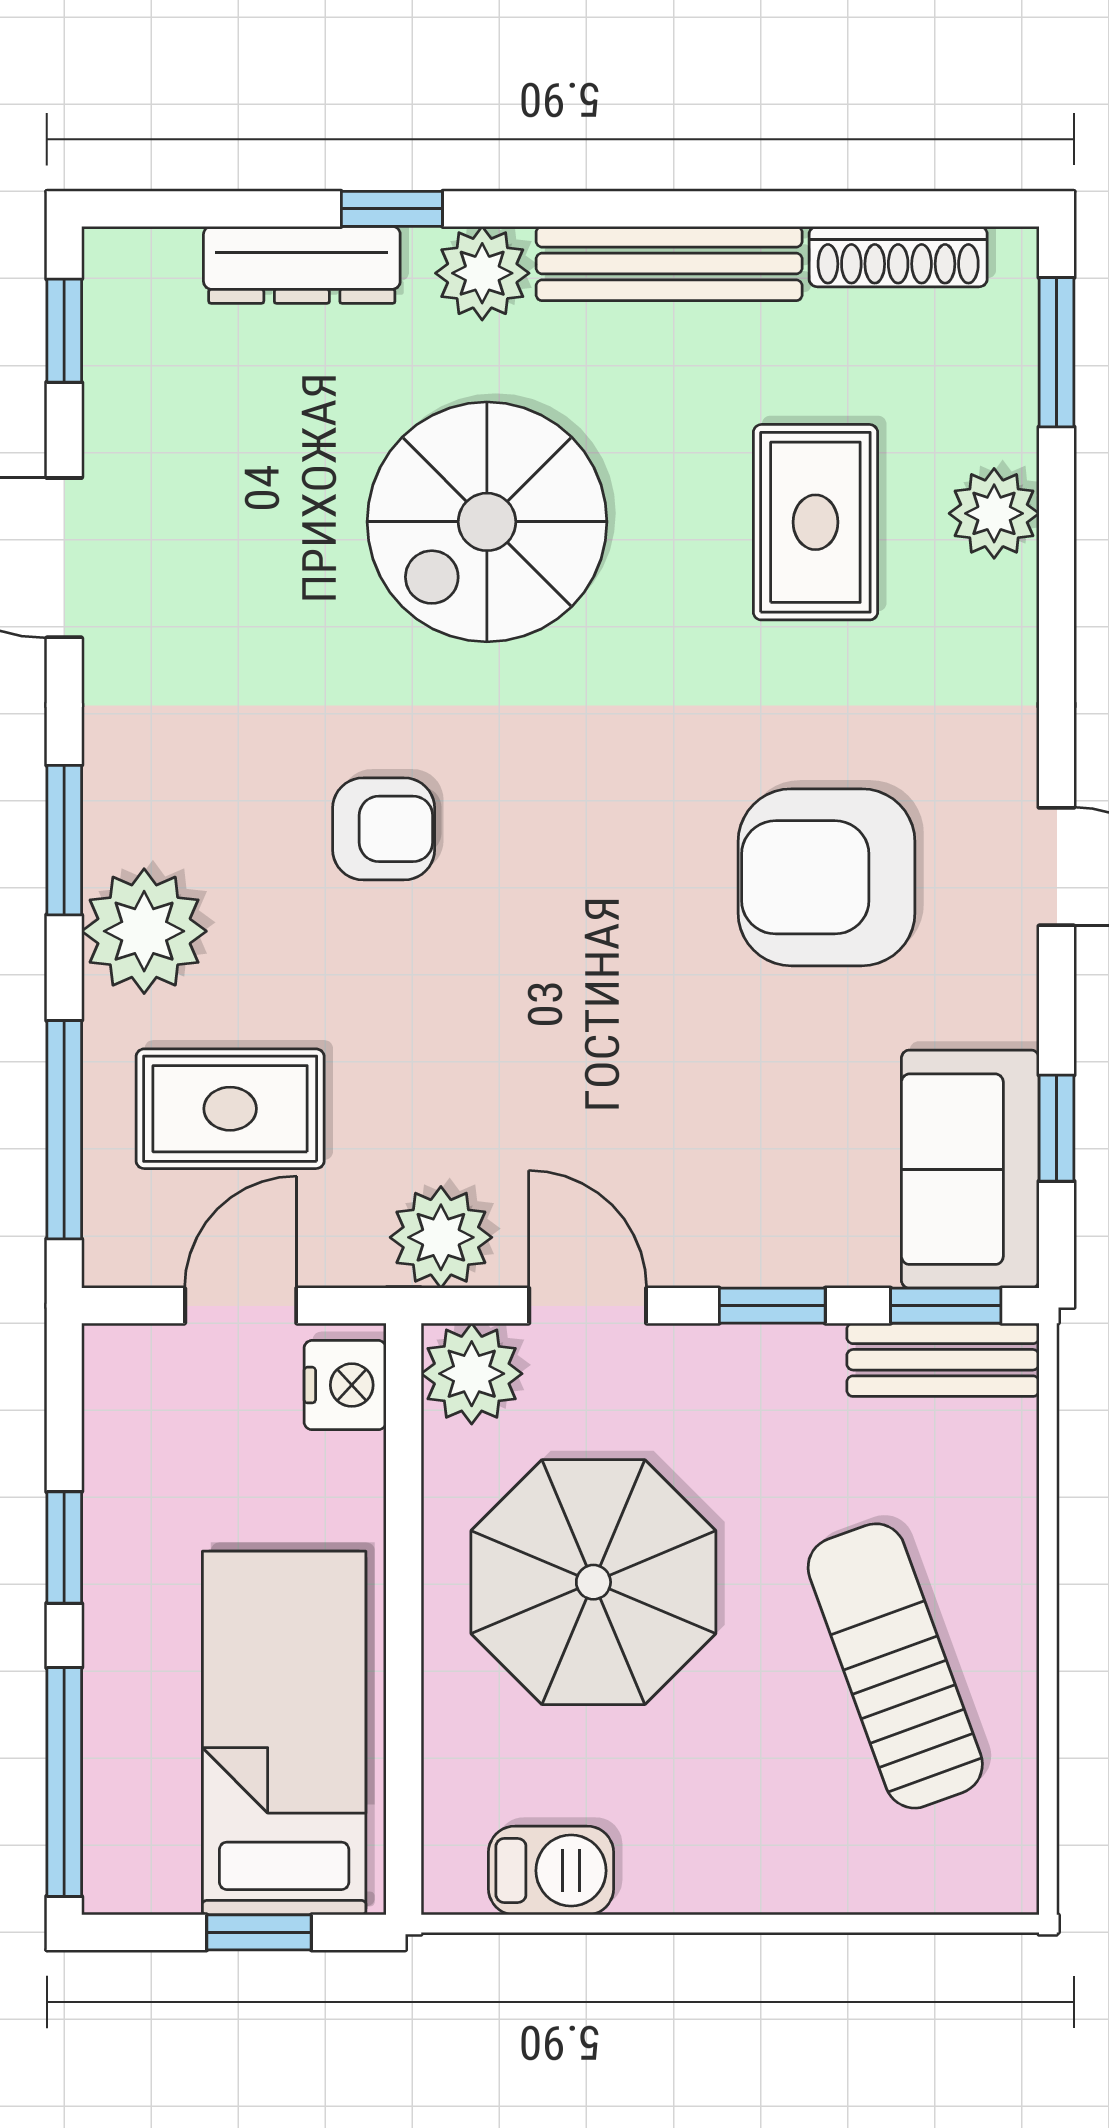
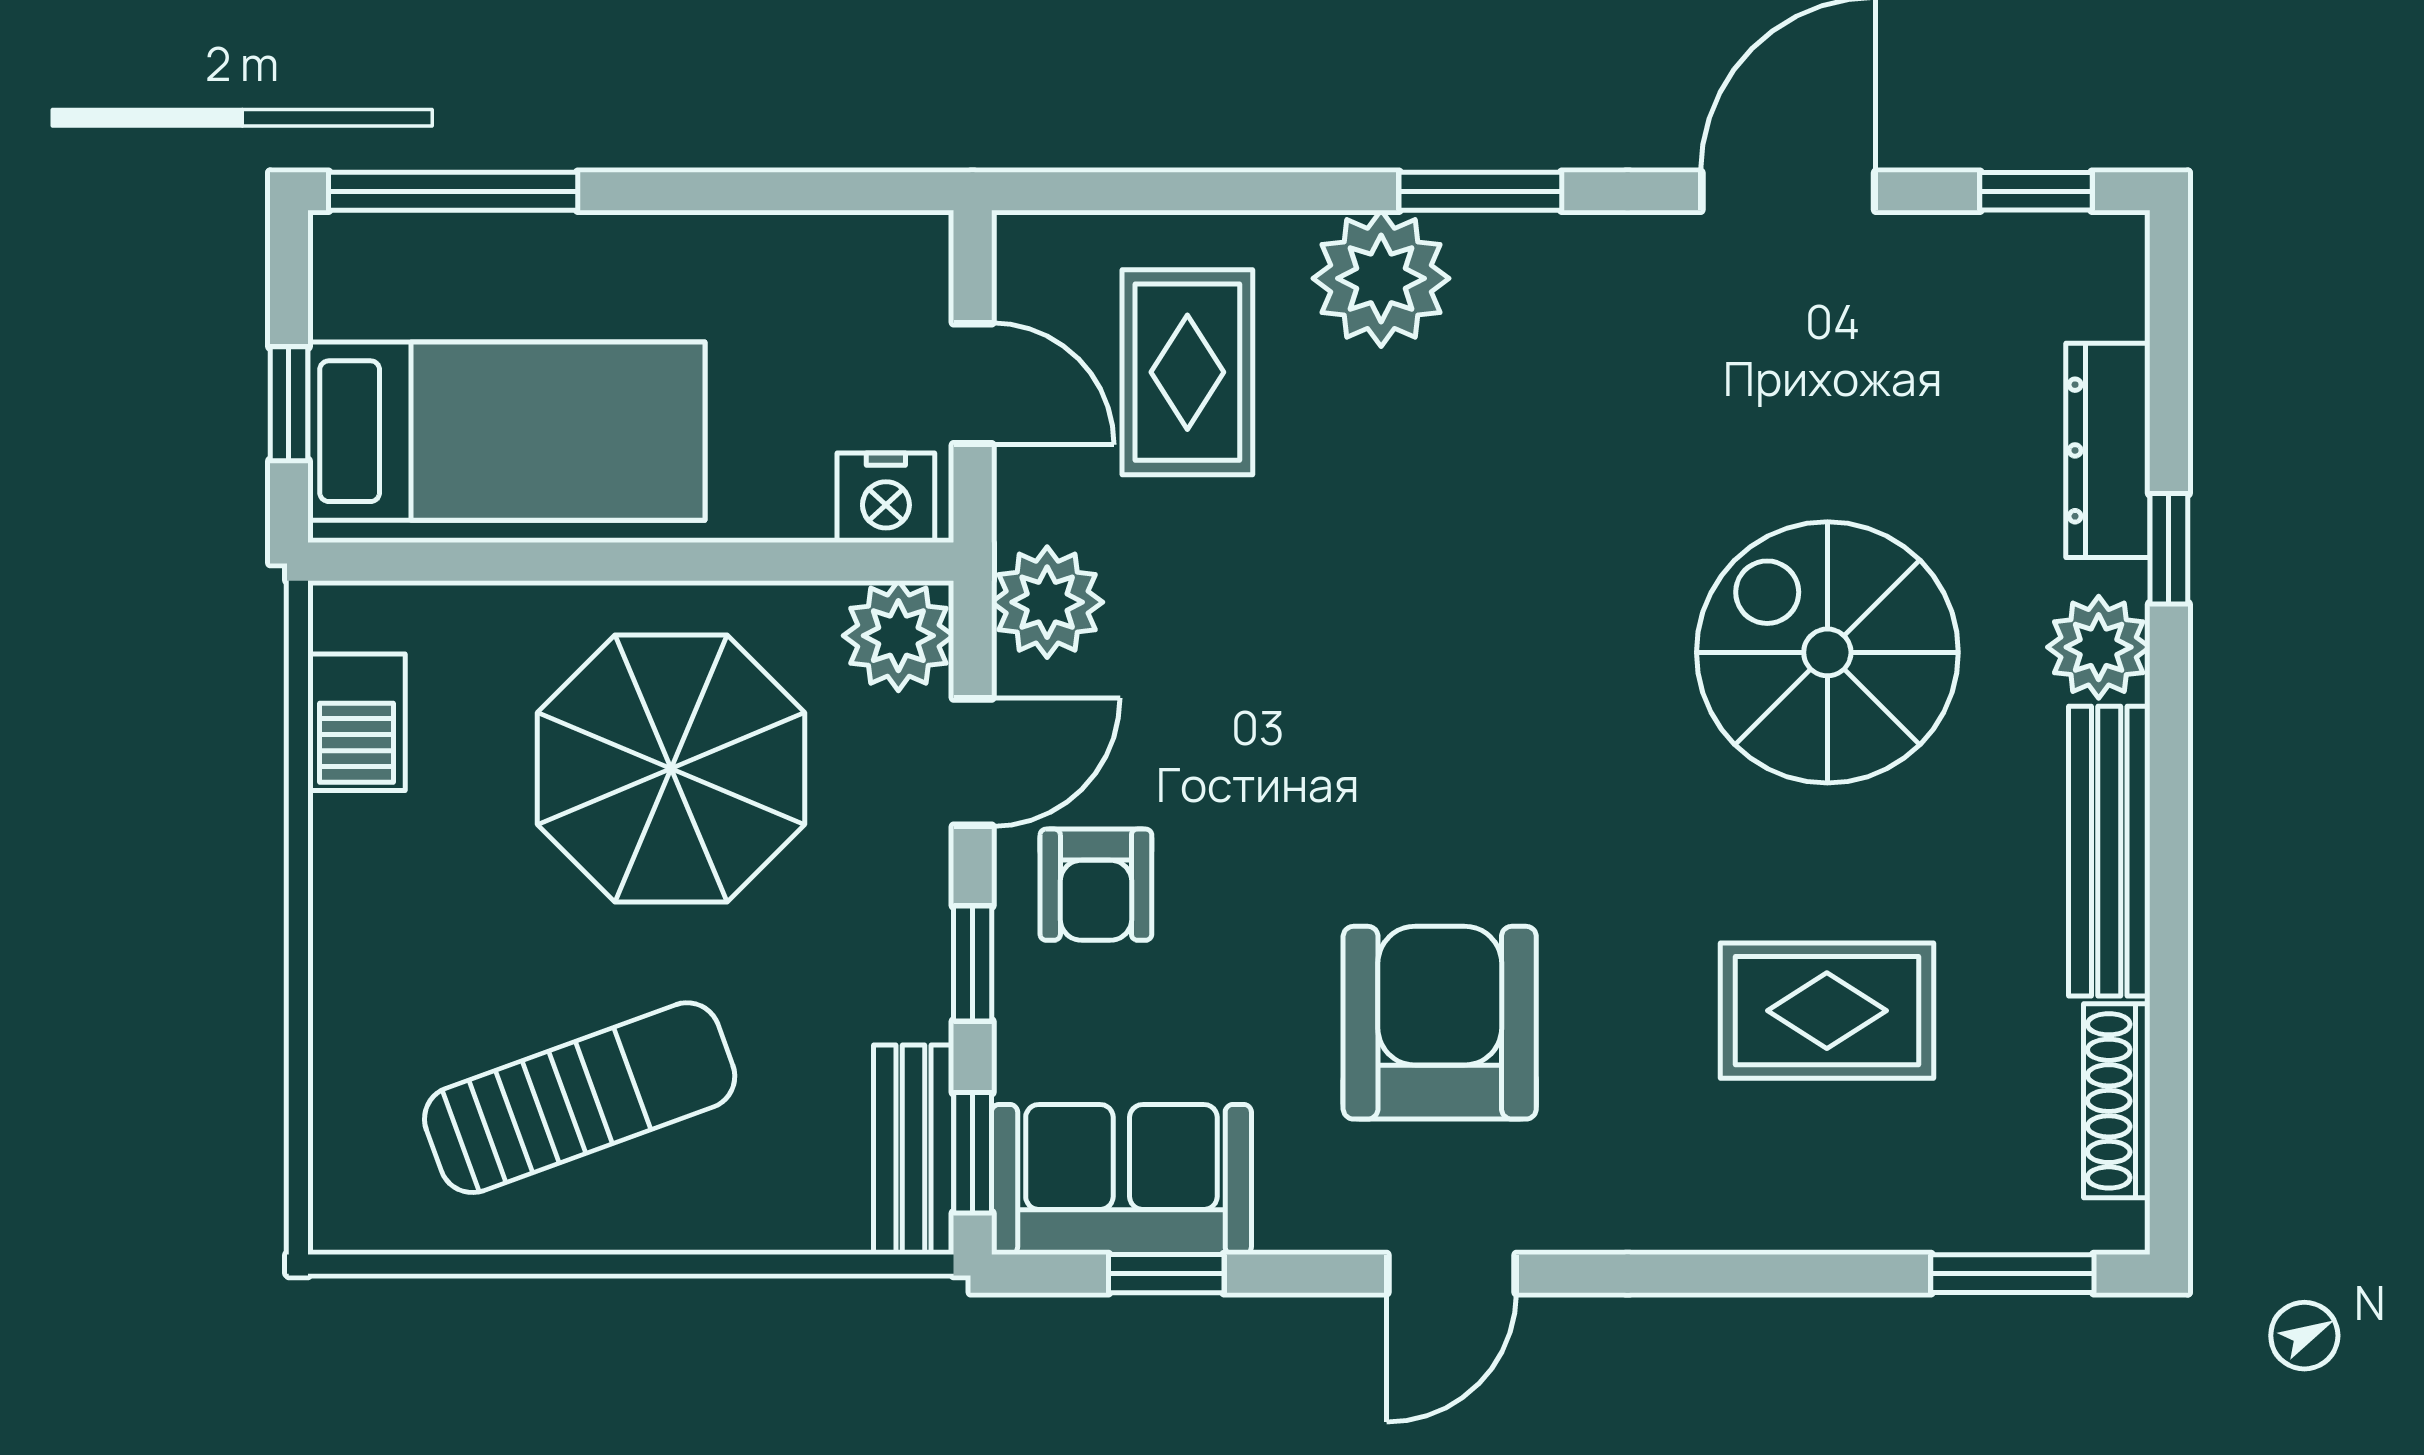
plant: (994, 513) -> (1837, 1205), removed
armchair: (384, 829) -> (1096, 885), moved
window: (64, 1130) -> (1164, 191), removed
window: (64, 1547) -> (709, 191), removed

